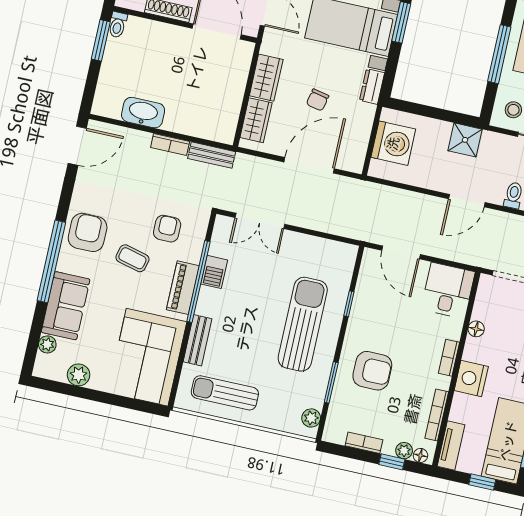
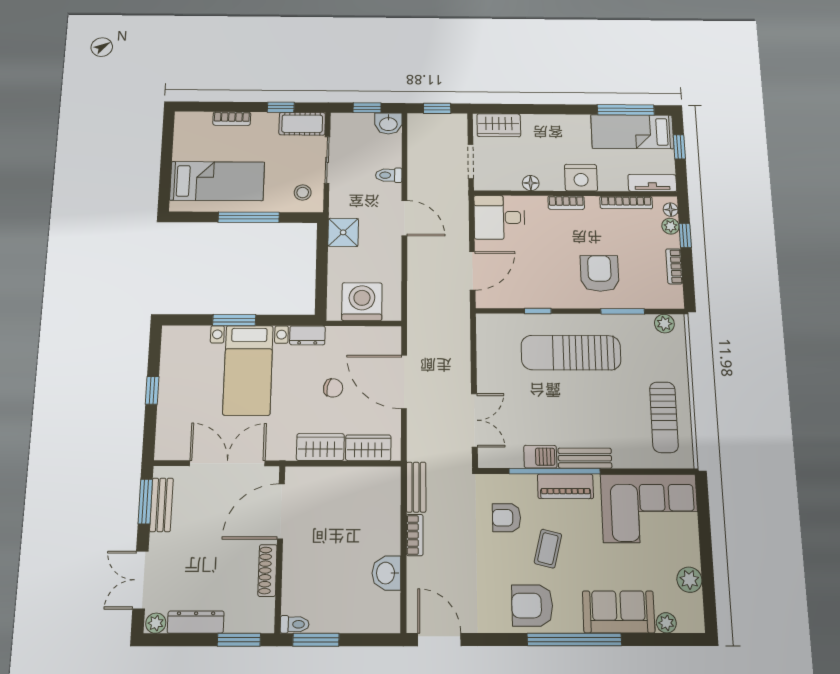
washbasin: (143, 113) -> (386, 573), width x0.72
bench: (198, 340) -> (585, 458), moved

